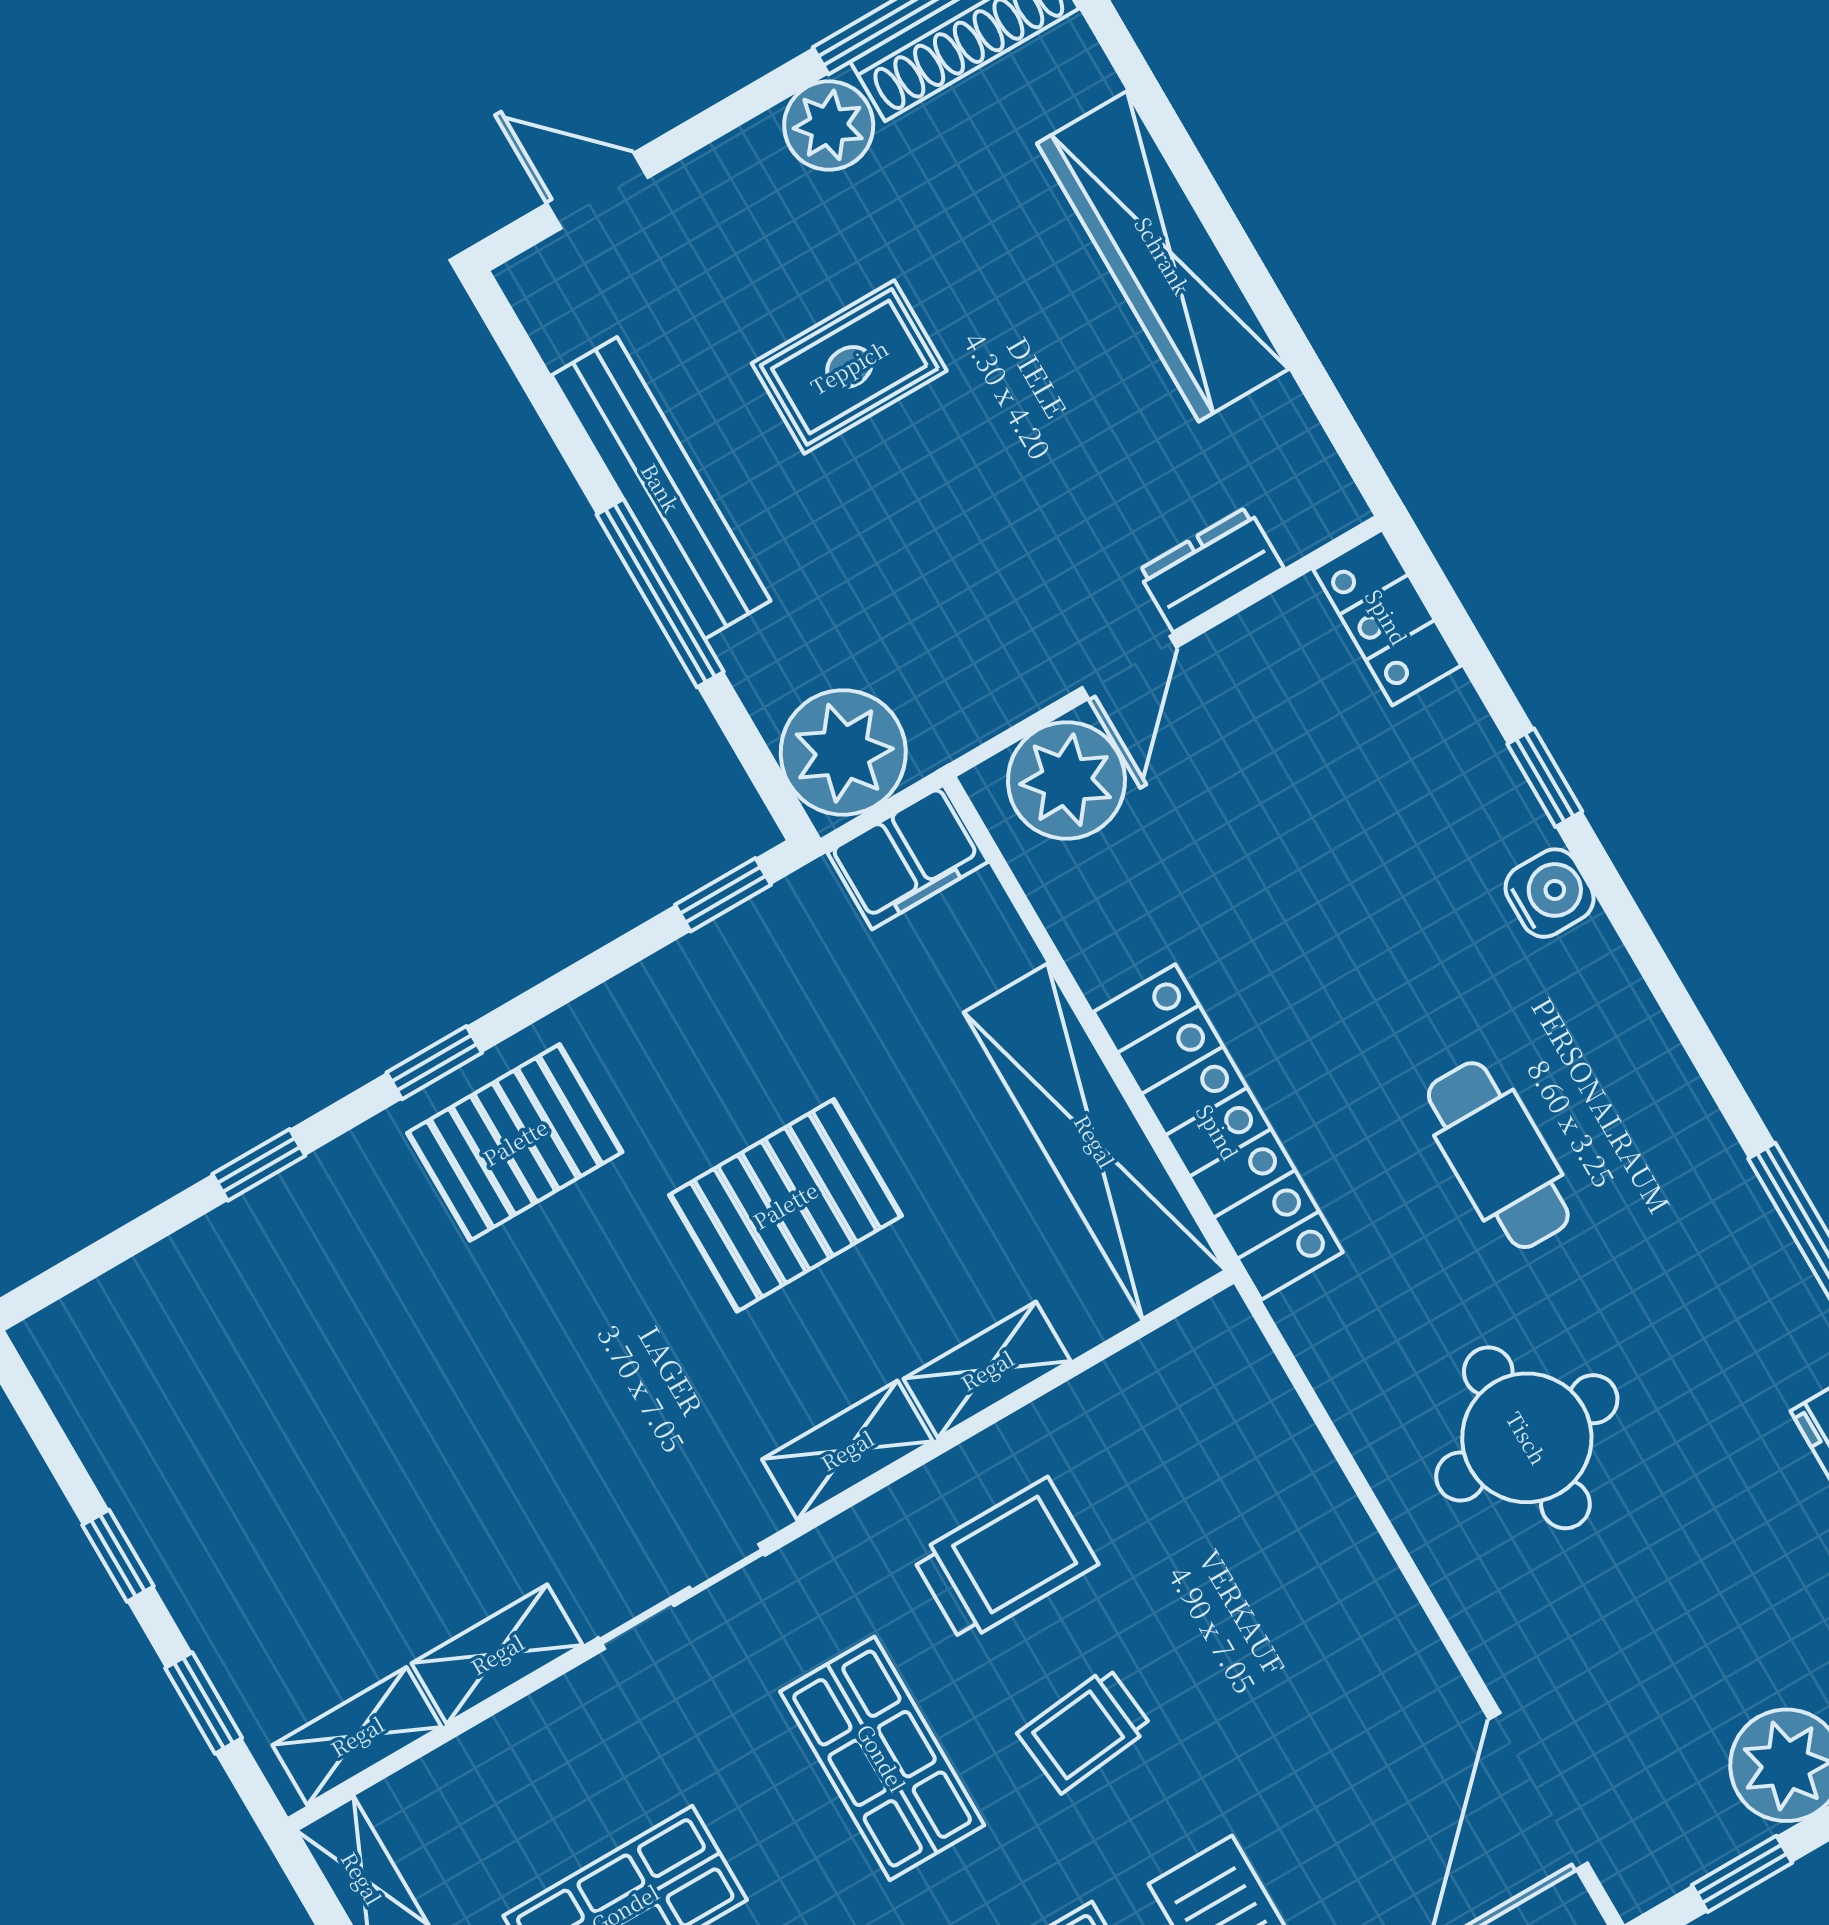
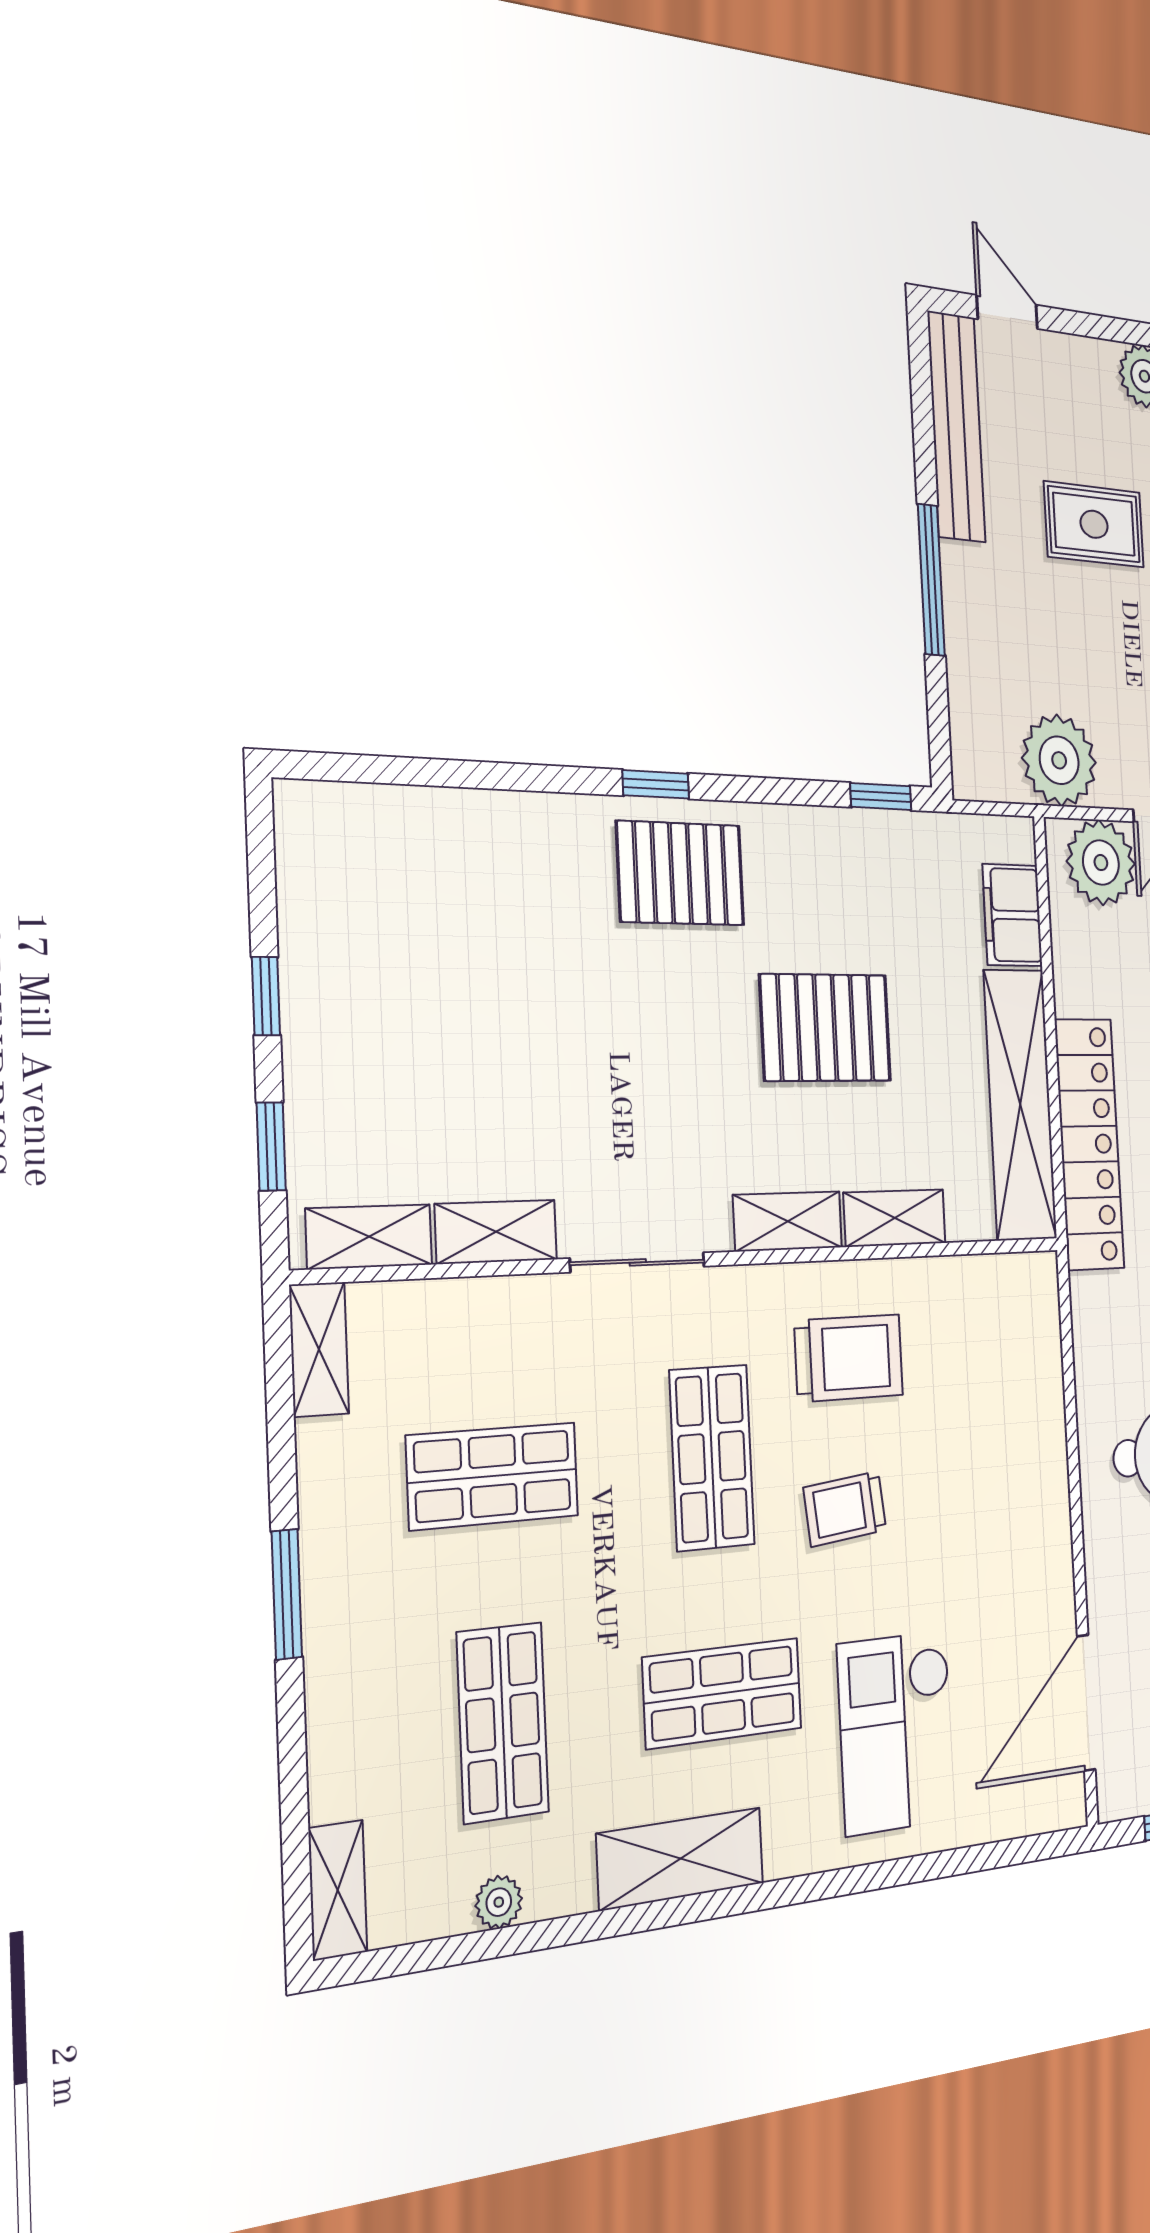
bench: (661, 488) -> (956, 427), moved
plant: (843, 752) -> (1059, 760), moved
filing cabinet: (908, 857) -> (1012, 915), moved, turned 90
window: (259, 1165) -> (508, 776), removed

